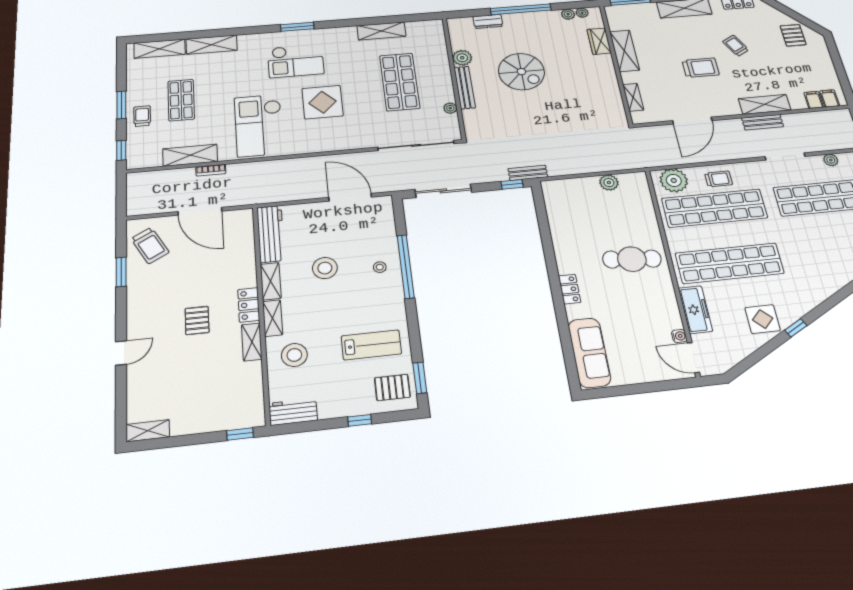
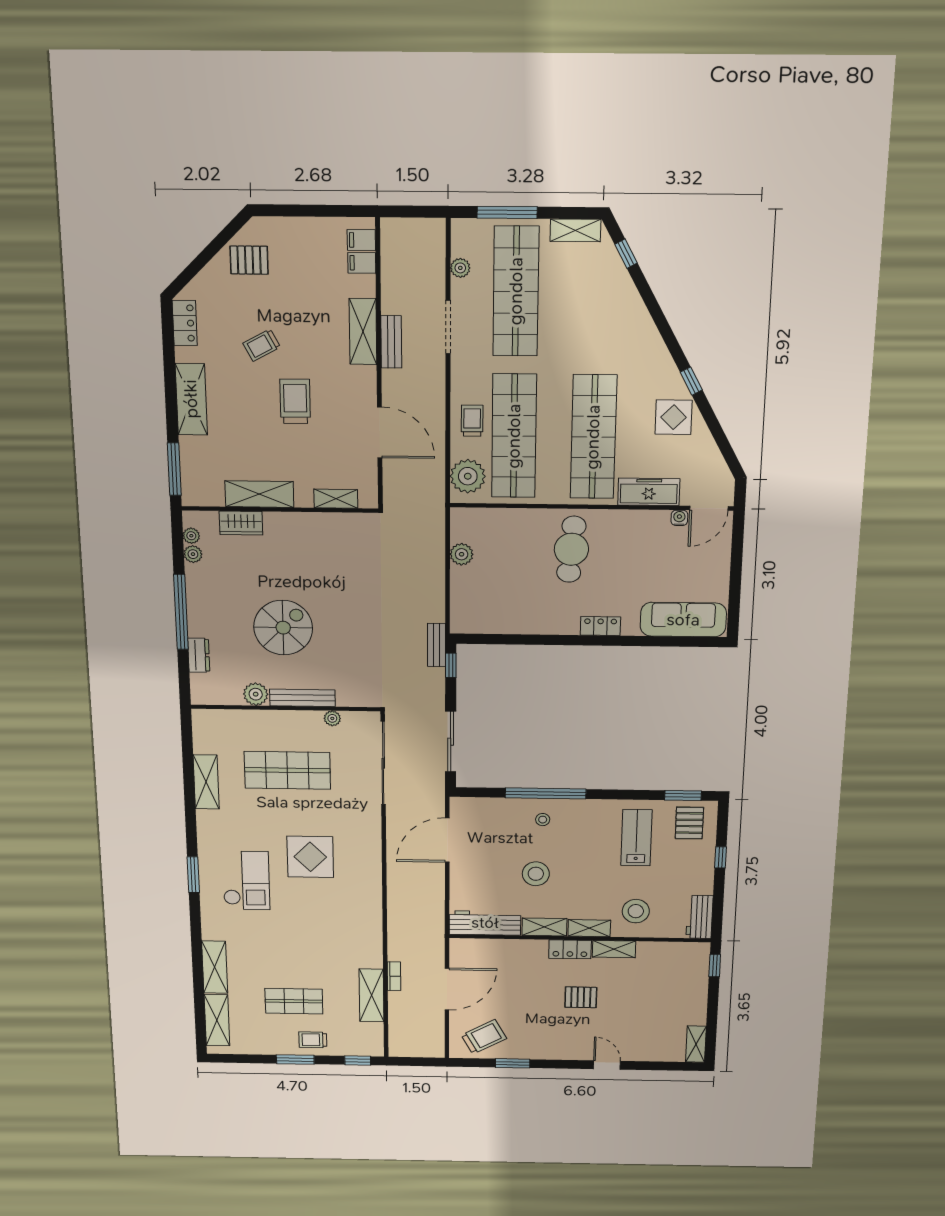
checkout: (259, 125) -> (337, 925), removed

